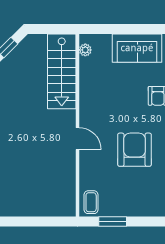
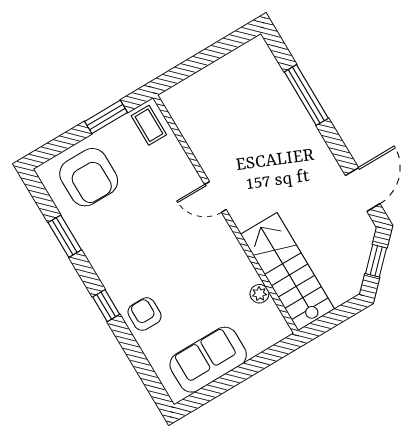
plant: (85, 50) -> (259, 294), moved
armchair: (135, 150) -> (89, 177), moved

